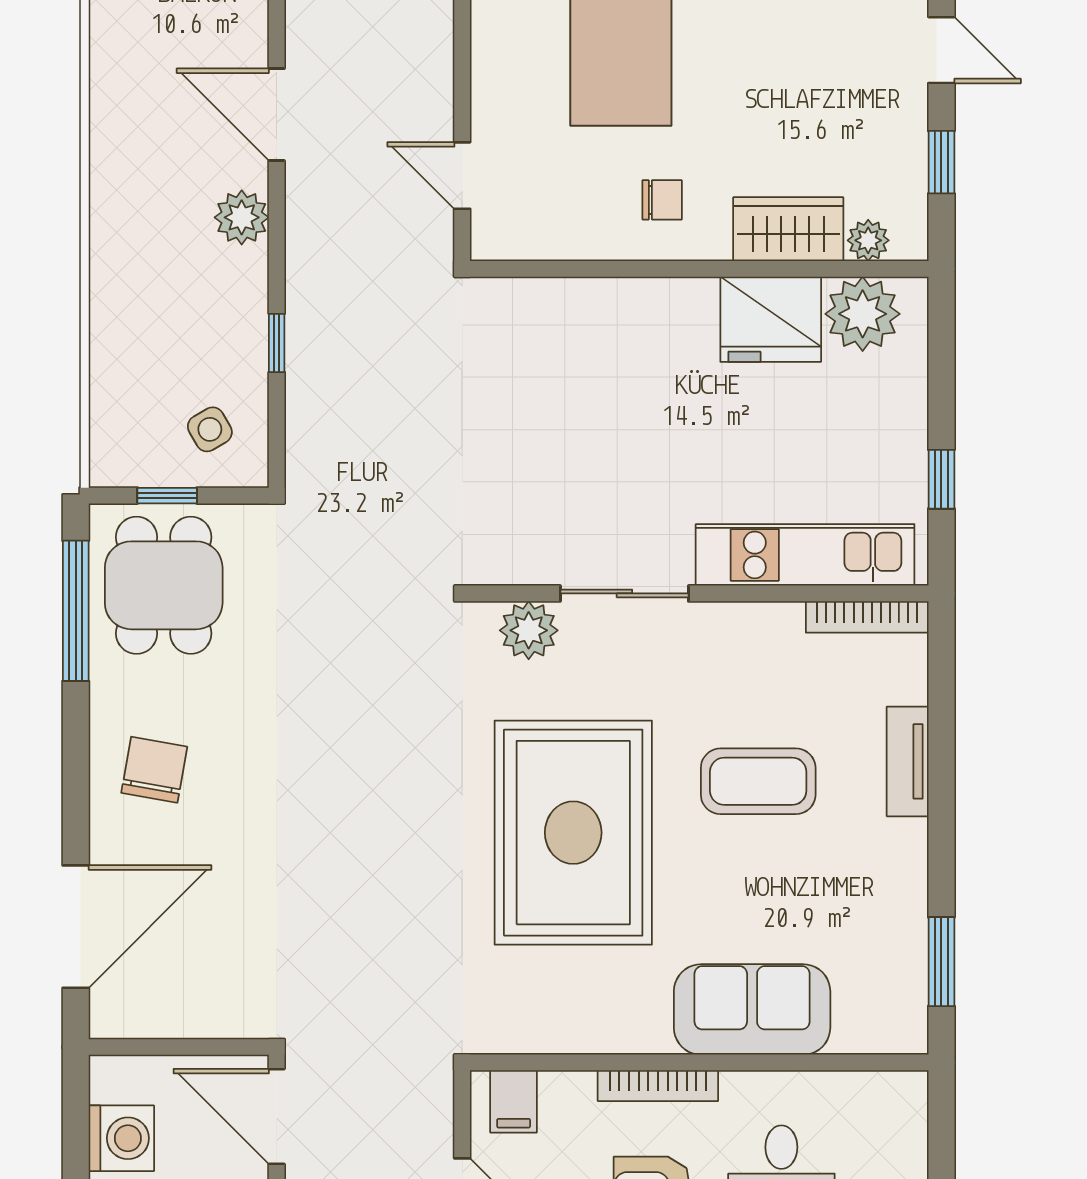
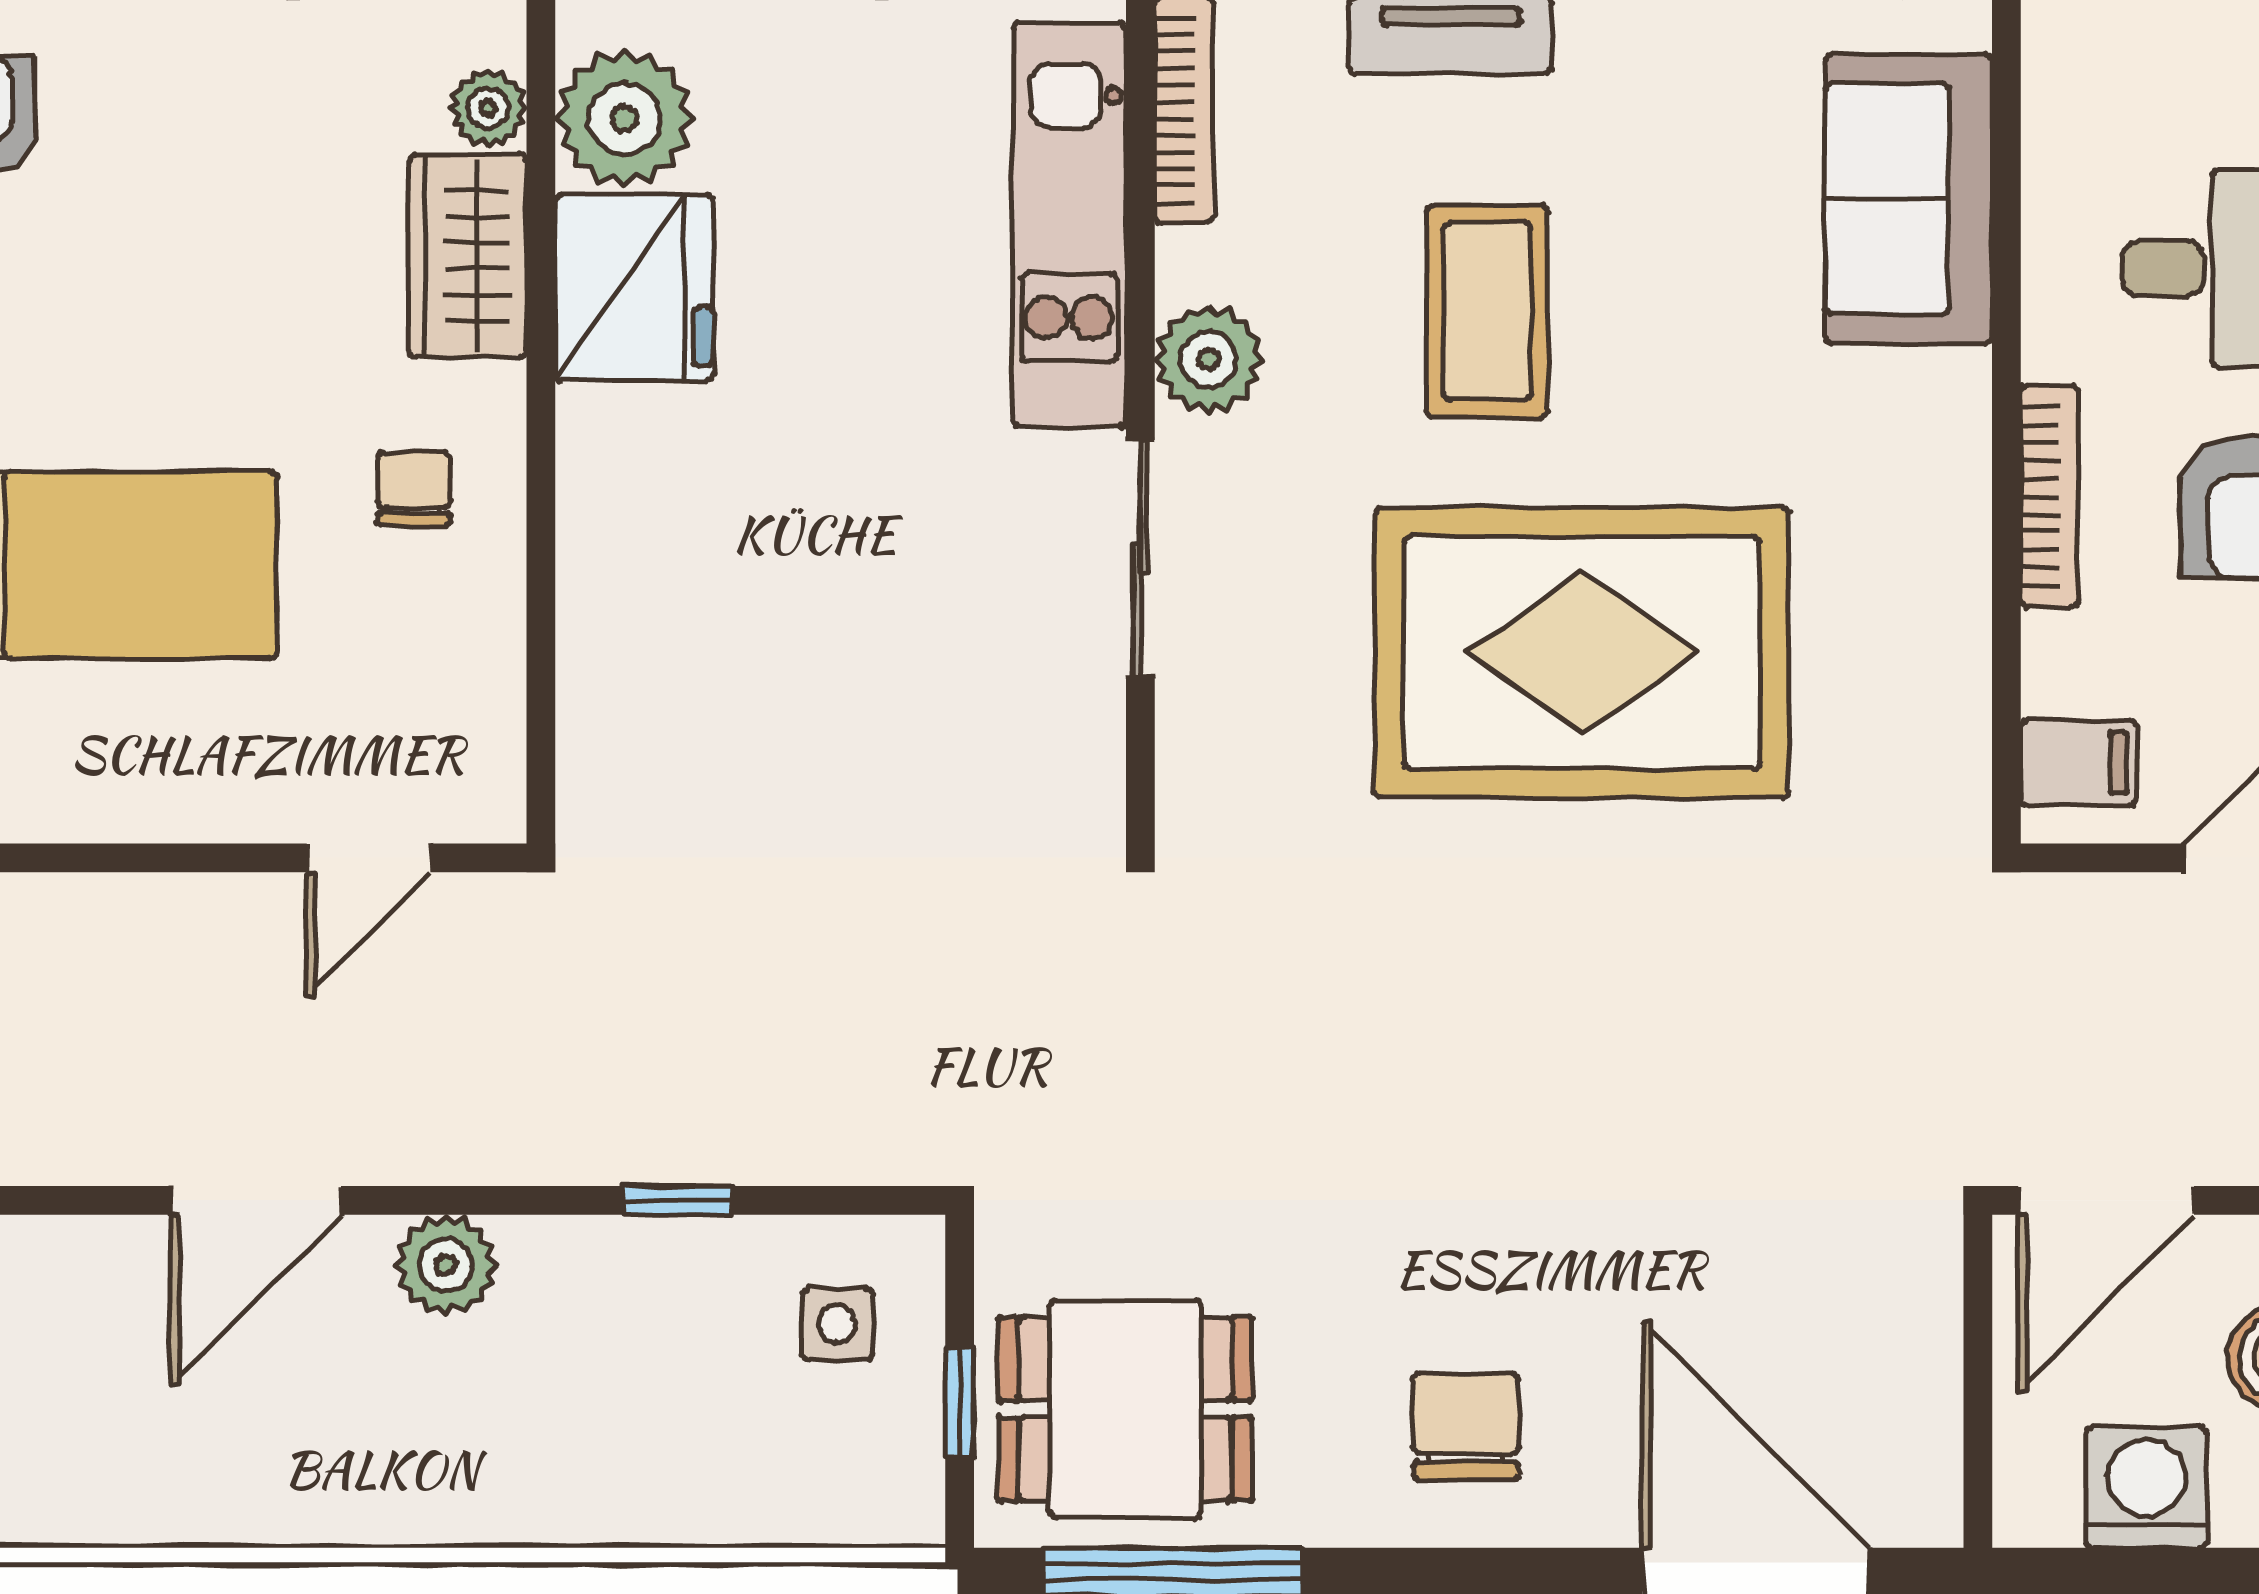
side table: (210, 429) -> (837, 1324), turned 30
plant: (529, 630) -> (1208, 359), moved
chair: (154, 770) -> (1466, 1426), turned 80
sofa: (752, 1009) -> (1909, 199), moved

